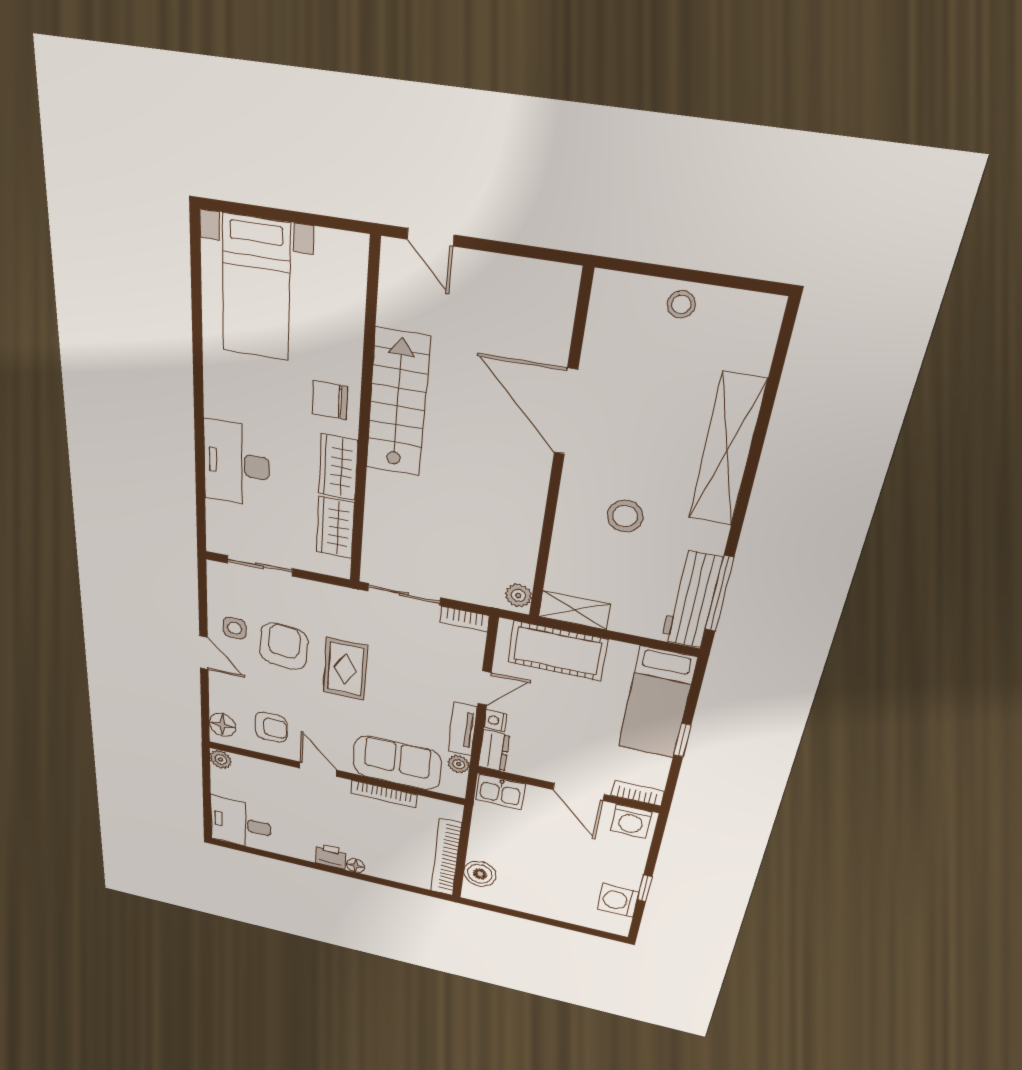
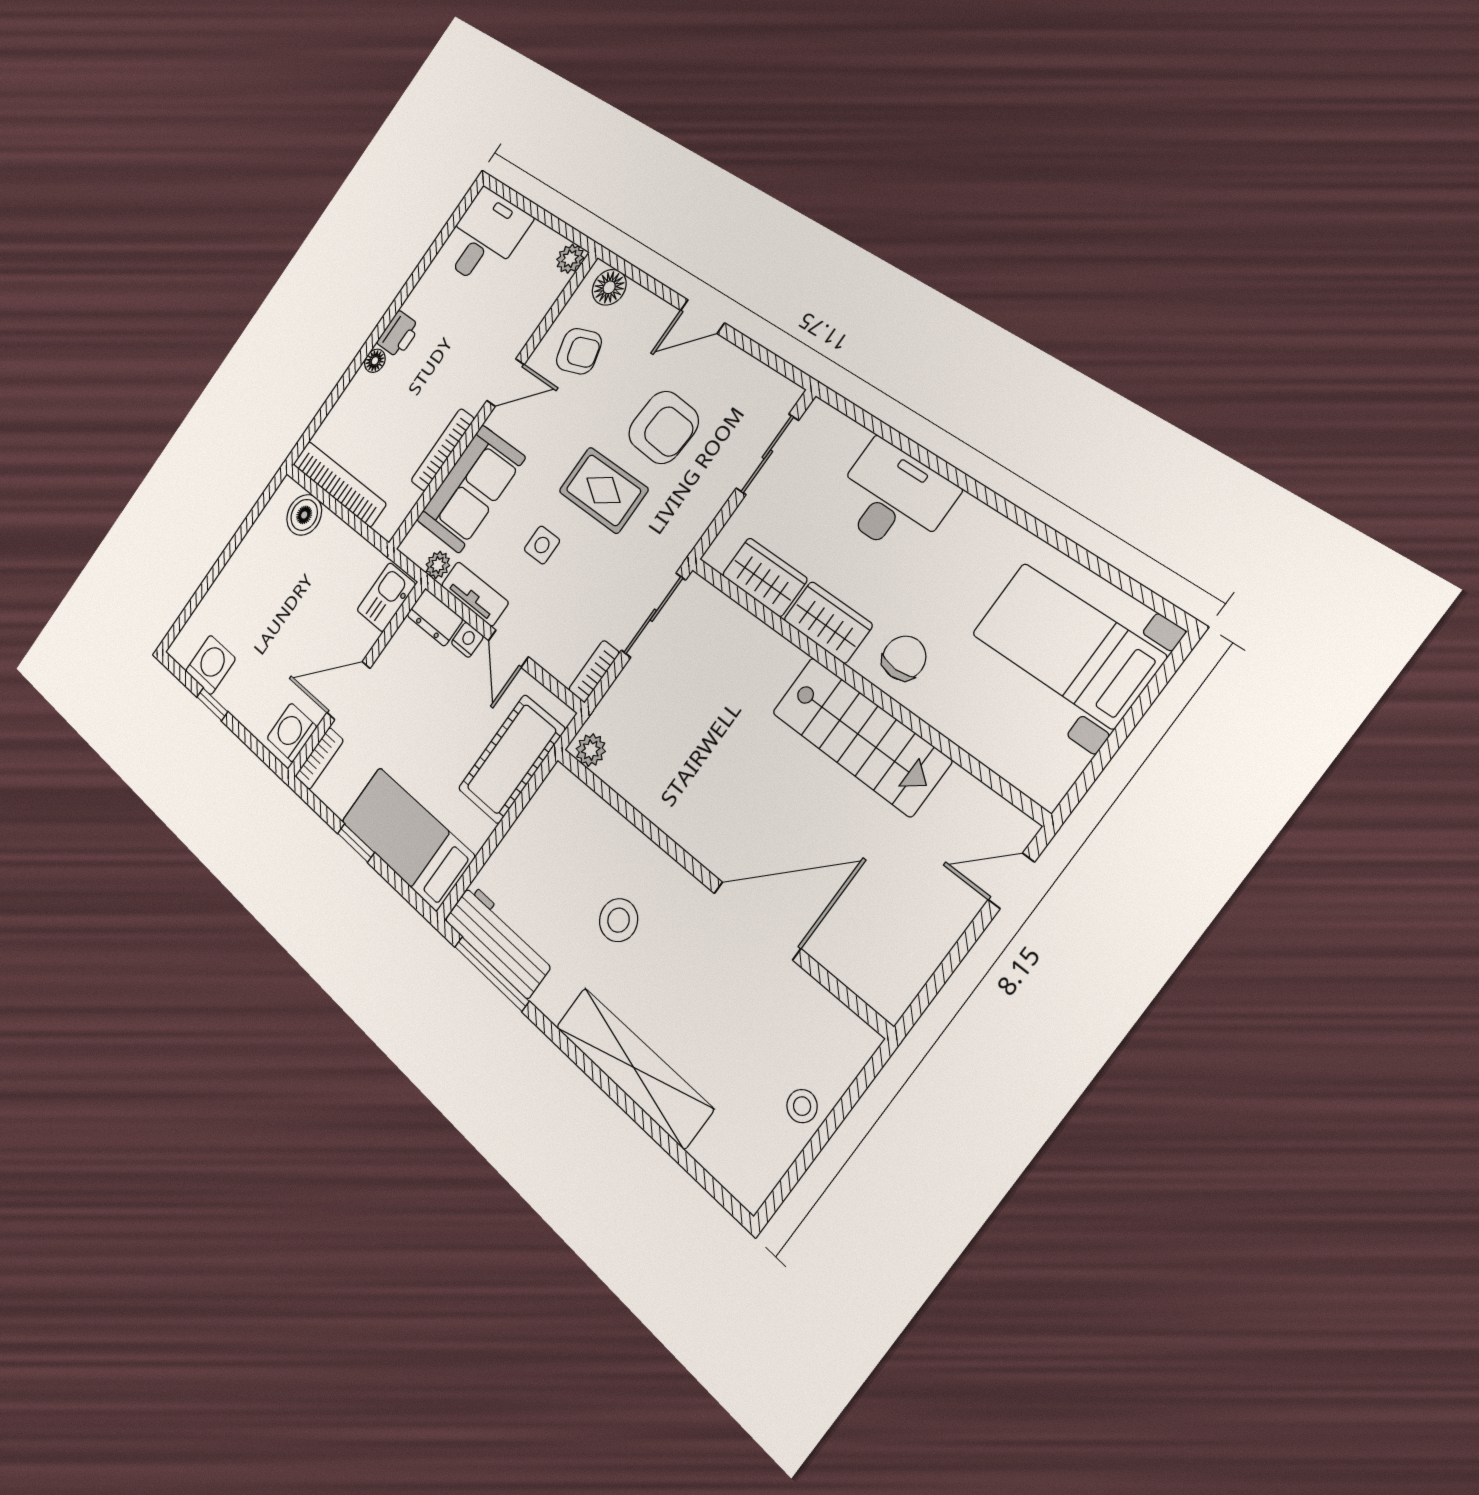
shelving: (574, 610) -> (546, 805), removed
side table: (235, 628) -> (542, 545), moved
armchair: (271, 727) -> (579, 351), turned -107

